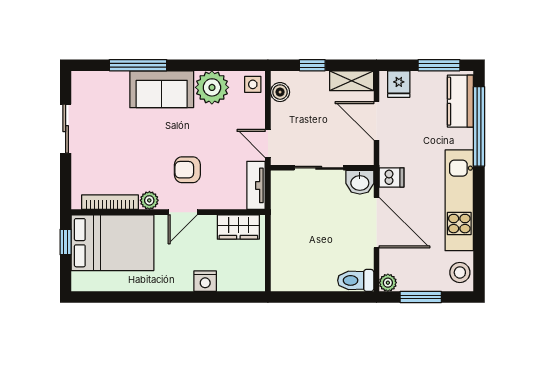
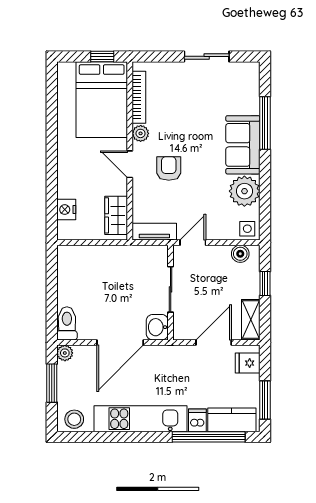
dishwasher: (391, 177) -> (197, 420), moved, turned 180
nightstand: (205, 281) -> (66, 210), moved

